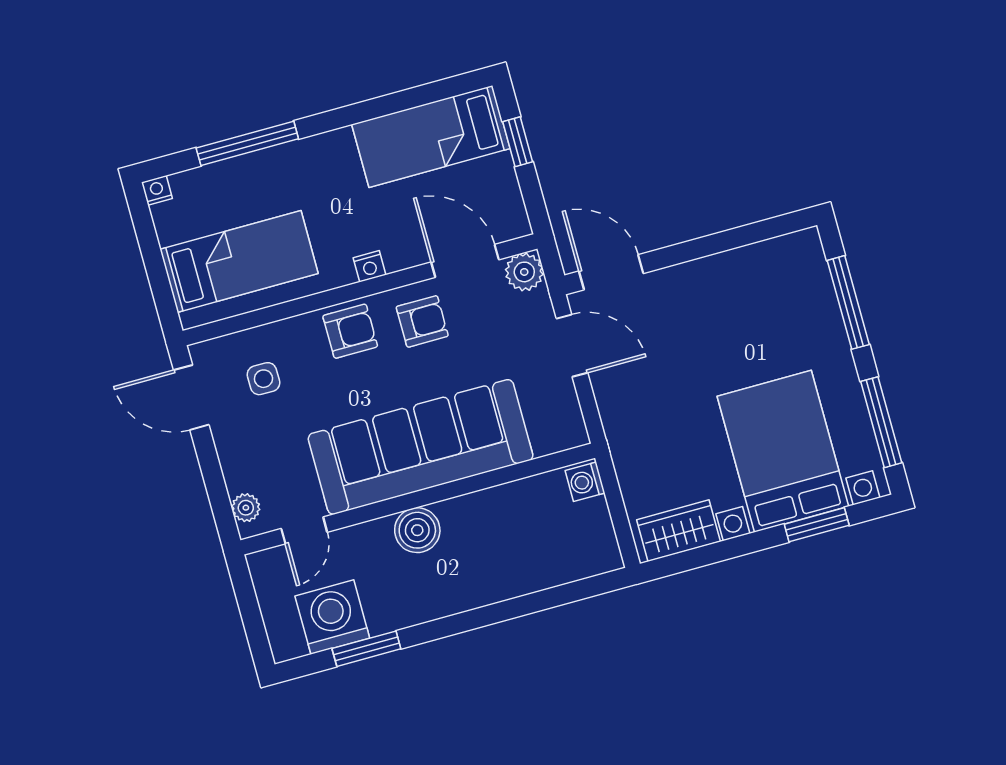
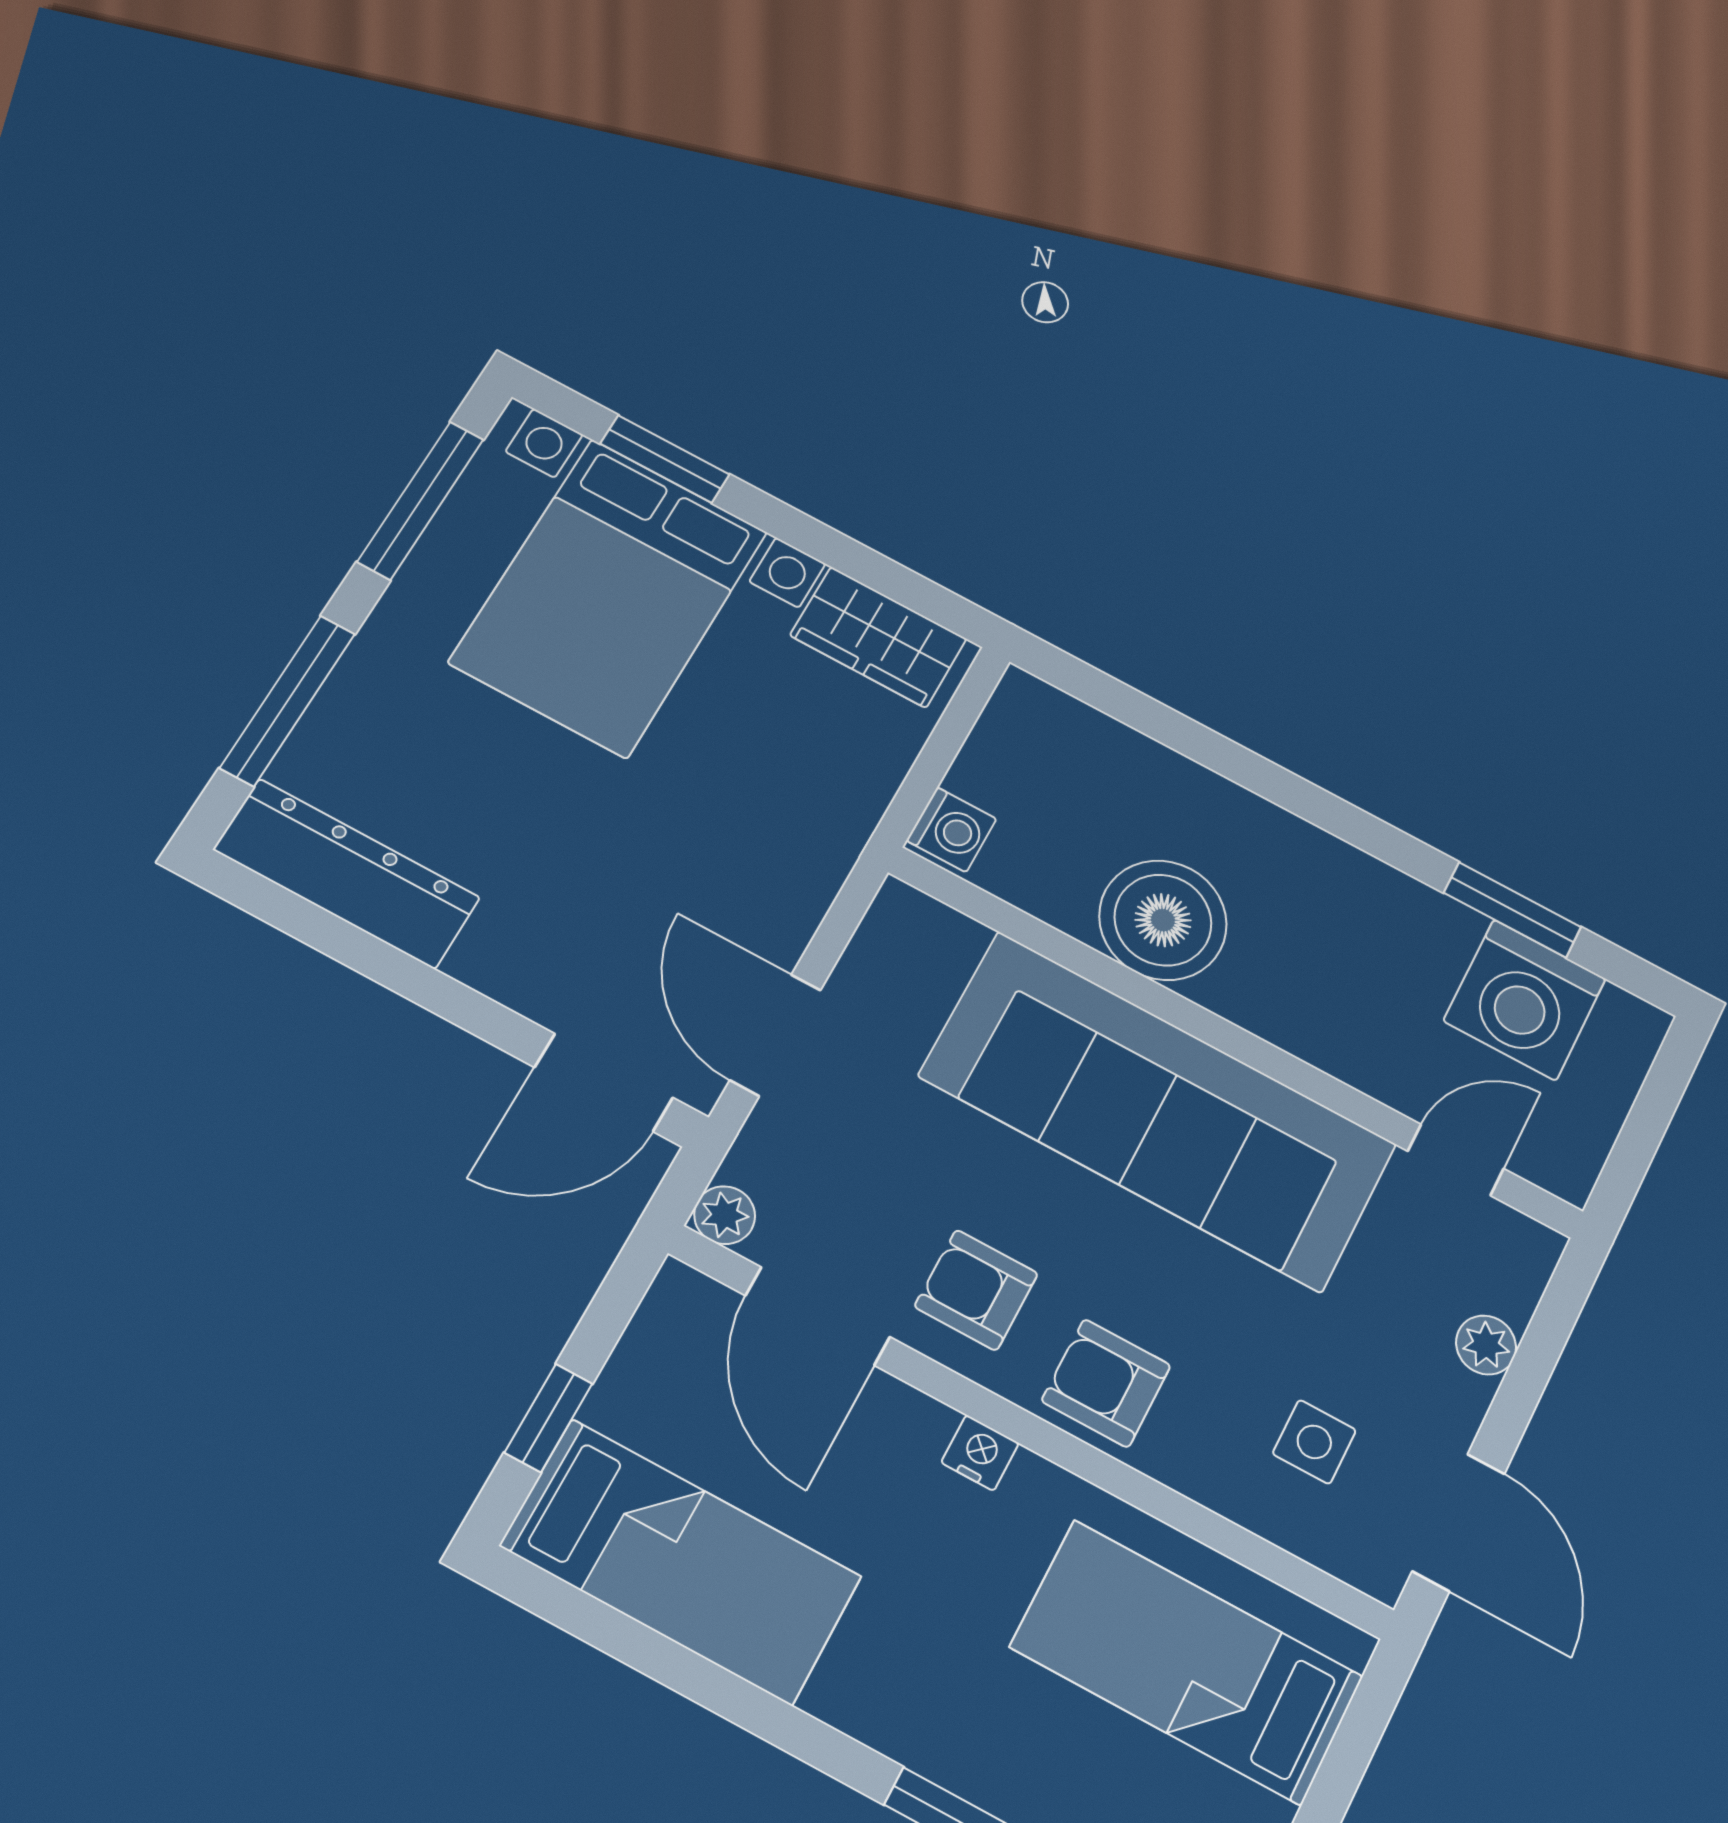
dresser: (766, 261) -> (347, 874), added
plant: (524, 272) -> (725, 1215), width x0.73, depth x0.73
door: (611, 272) -> (604, 1083), hinge flipped
plant: (246, 508) -> (1486, 1345), moved
boiler: (417, 530) -> (1163, 920), moved, width x1.37, depth x1.37

